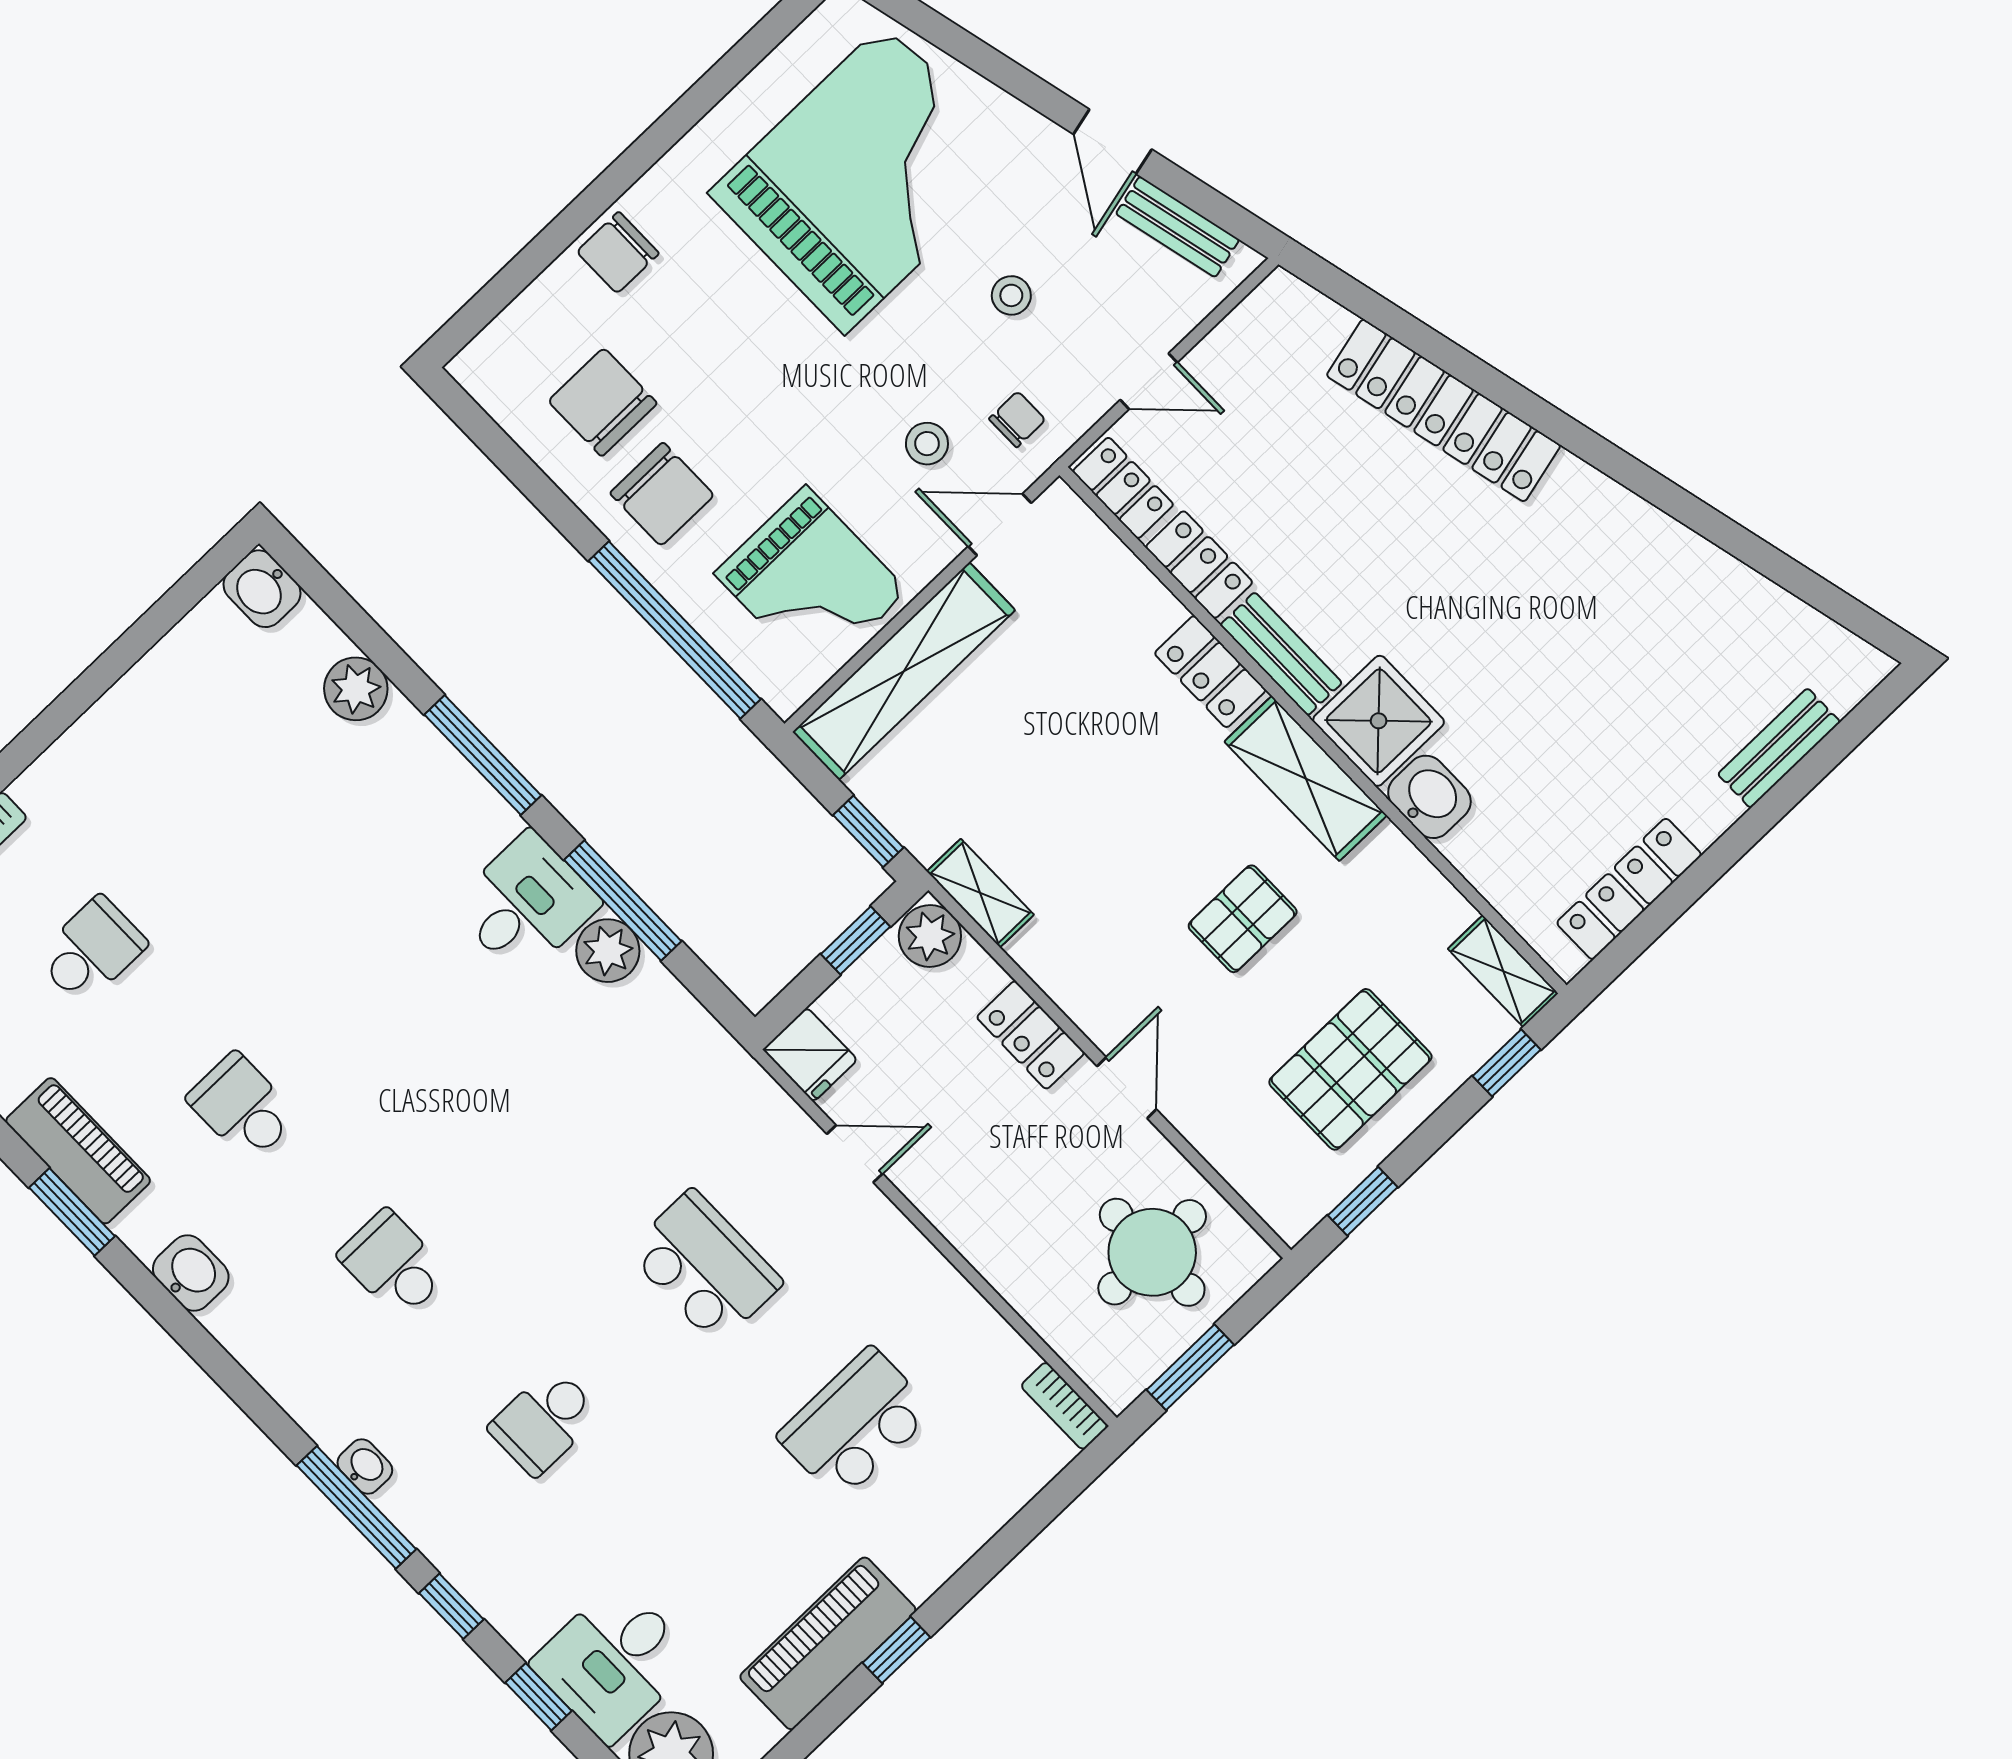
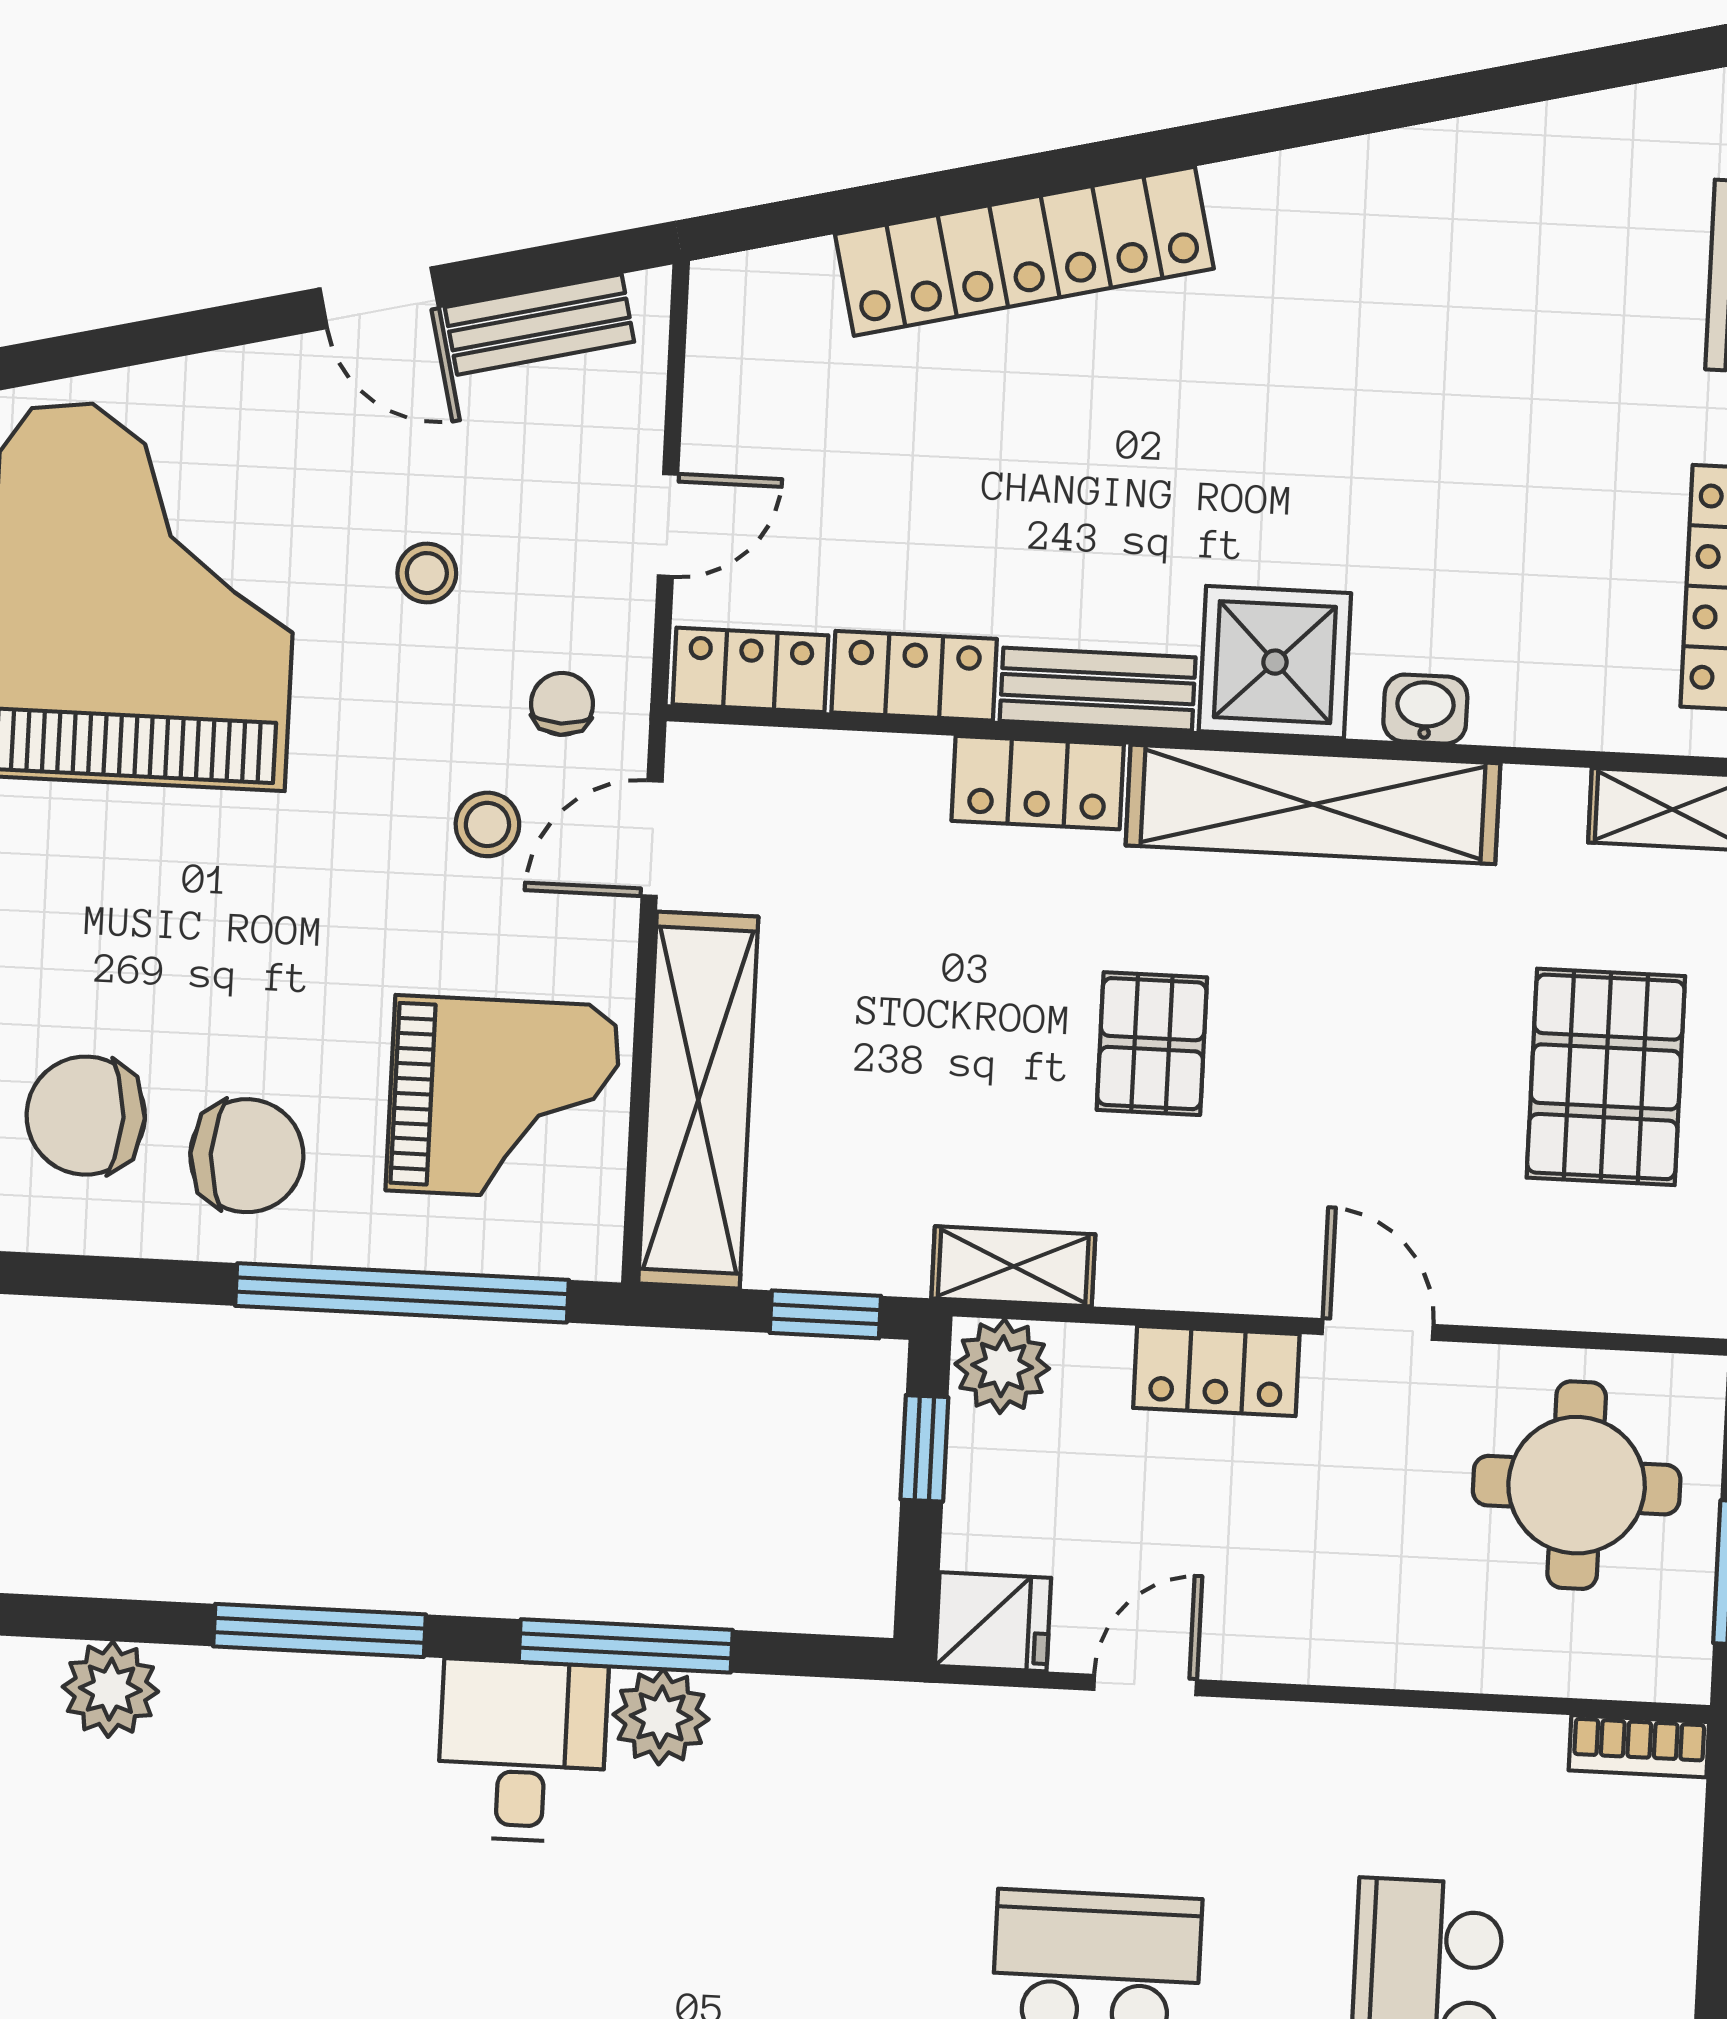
shelving: (1306, 778) -> (1313, 804), width x1.47
washbasin: (1429, 797) -> (1425, 709), width x0.72, depth x0.69
pallet: (1243, 919) -> (1152, 1044), moved

